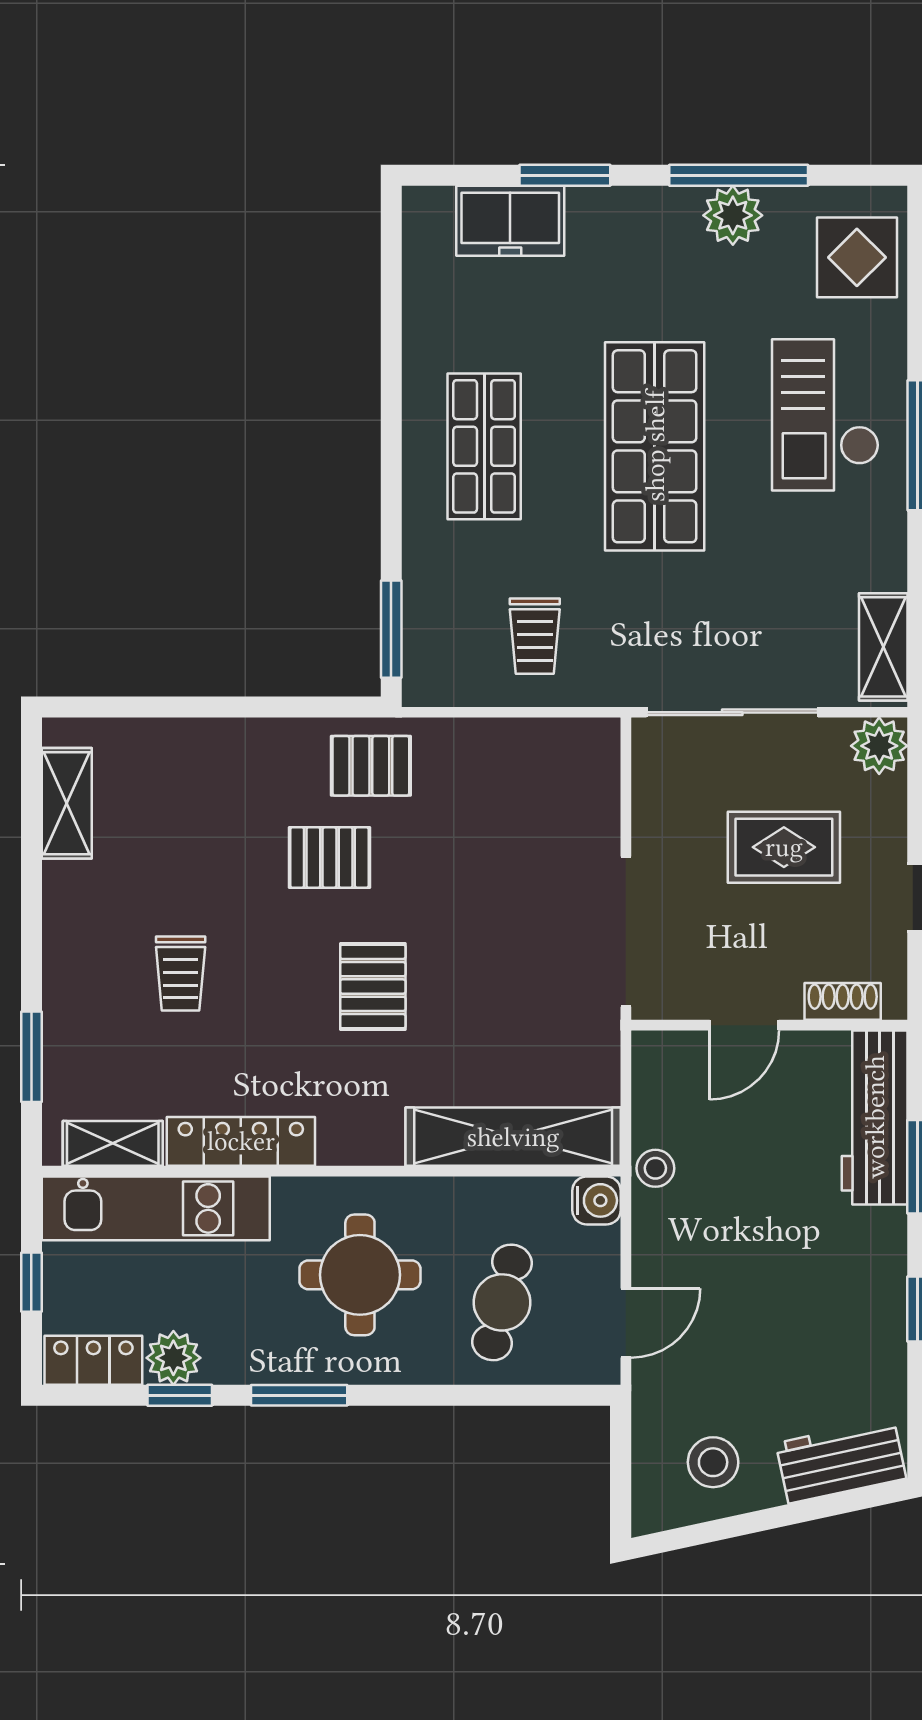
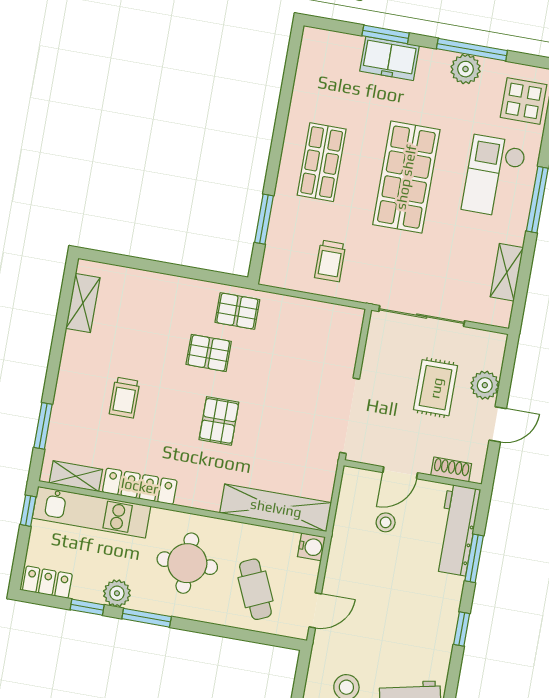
freezer: (510, 221) -> (390, 58), moved
window: (391, 629) -> (264, 219), moved
shelving: (883, 647) -> (507, 272), moved
plant: (879, 746) -> (485, 385), moved
rug: (784, 847) -> (436, 388), turned 90
stool: (655, 1168) -> (386, 522), moved
window: (31, 1282) -> (28, 511), moved
cafe table: (502, 1302) -> (255, 589), turned -38
plant: (173, 1358) -> (117, 593), moved

